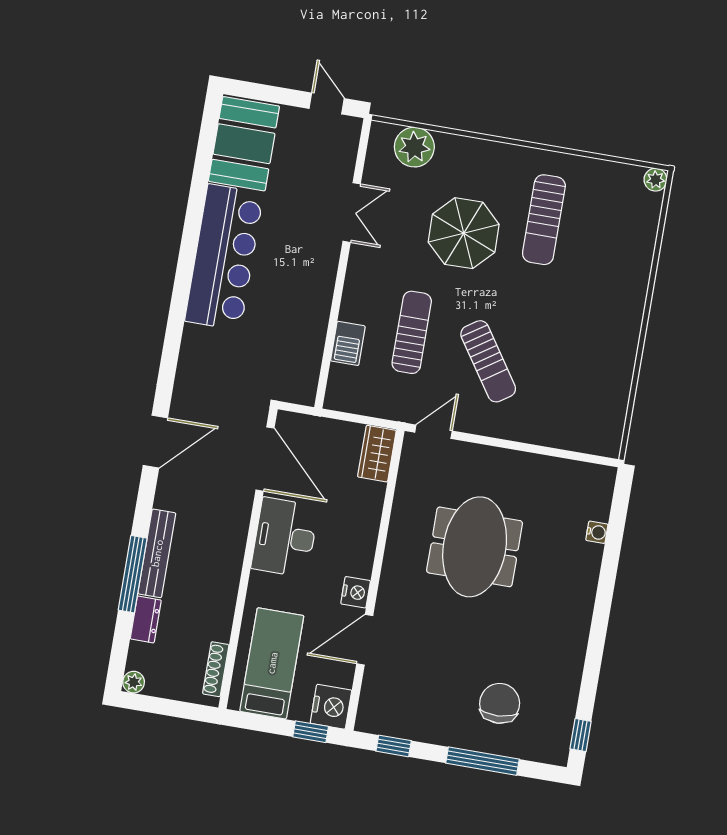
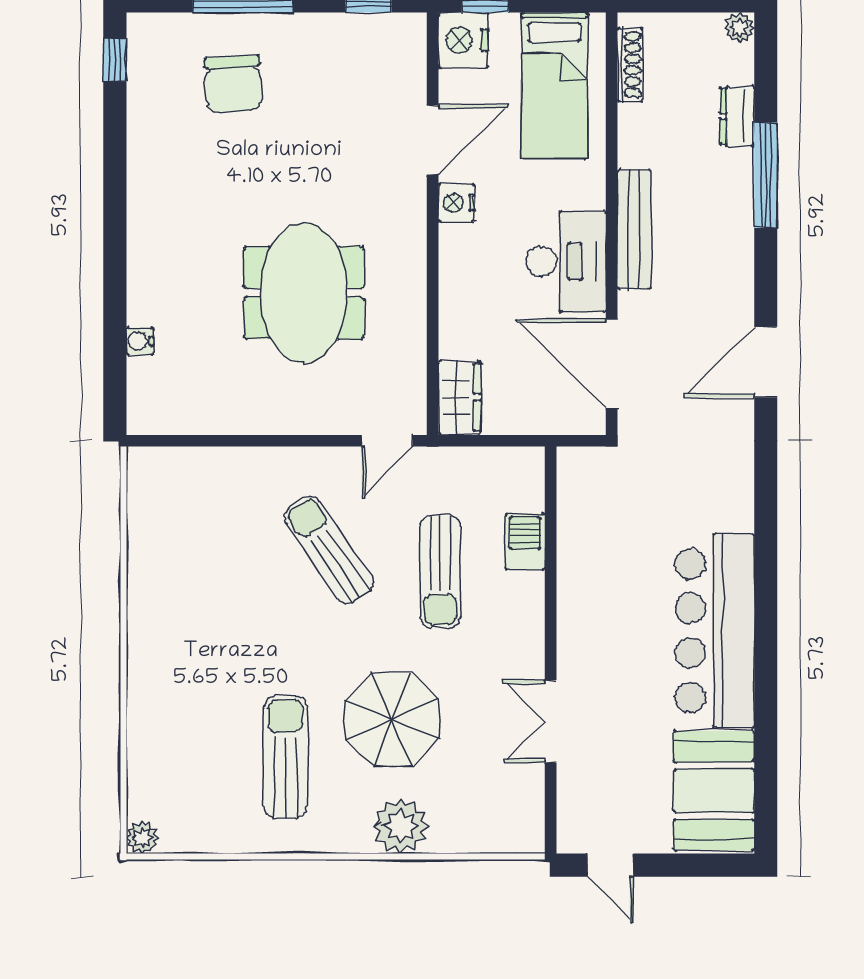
plant: (414, 147) -> (401, 826), moved
bench: (157, 553) -> (634, 229), moved

